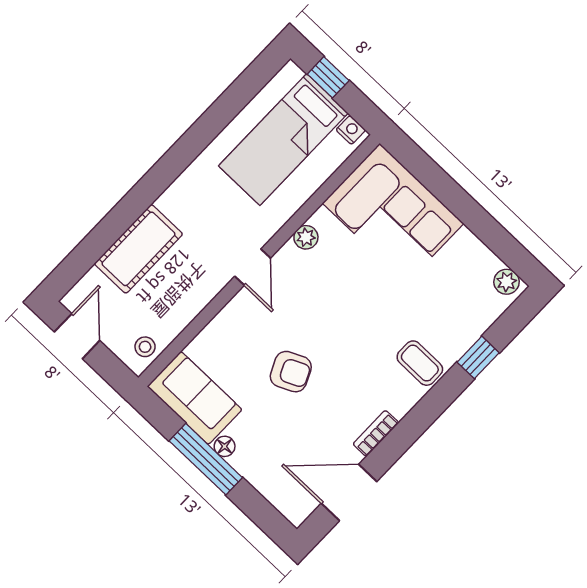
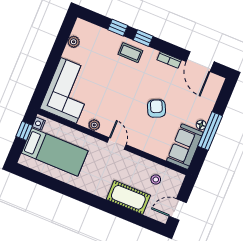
window: (328, 77) -> (24, 131), moved
door: (253, 267) -> (117, 144), hinge flipped
plant: (507, 282) -> (74, 42), moved
stool: (145, 347) -> (156, 180), moved
coffee table: (420, 363) -> (130, 53), turned 90
window: (438, 399) -> (143, 38), added

